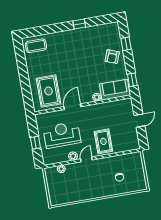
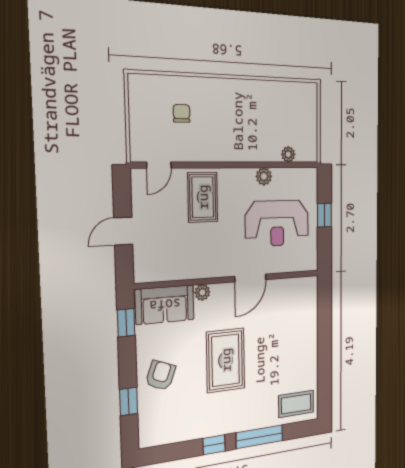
window: (55, 28) -> (260, 437), added
rug: (49, 91) -> (226, 360), moved
door: (86, 159) -> (159, 165), moved

